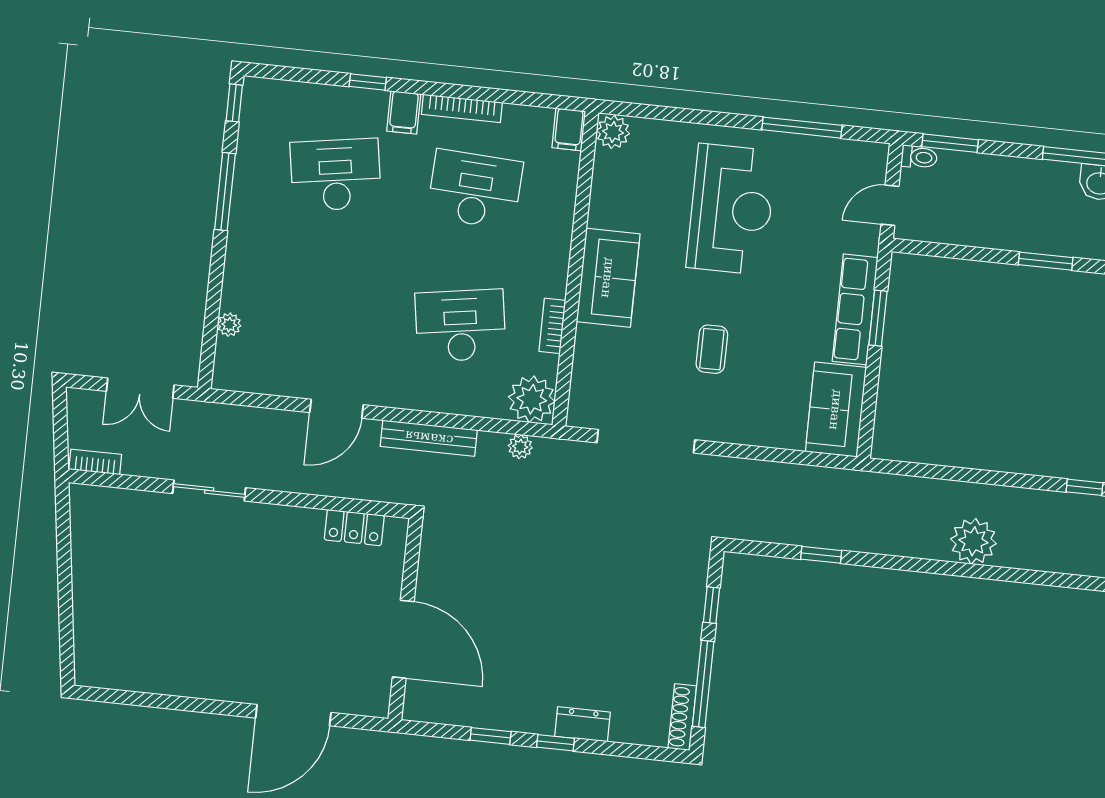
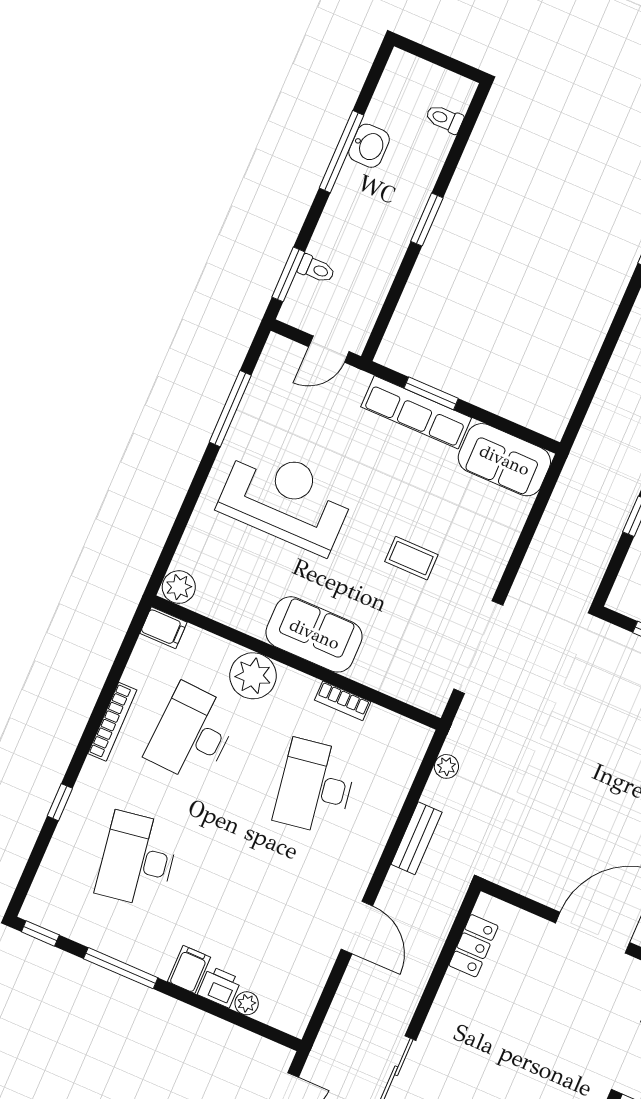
filing cabinet: (404, 112) -> (189, 969), moved, turned -90
toilet: (919, 157) -> (316, 269), moved, turned 90
door: (890, 205) -> (329, 349), hinge flipped
printer: (237, 293) -> (219, 987), added
plant: (532, 399) -> (253, 676), moved
bench: (429, 438) -> (417, 838), width x0.73

